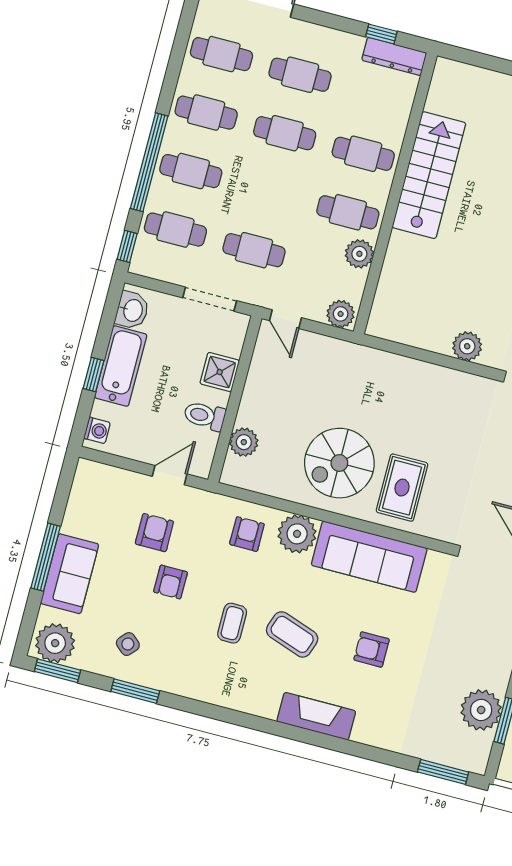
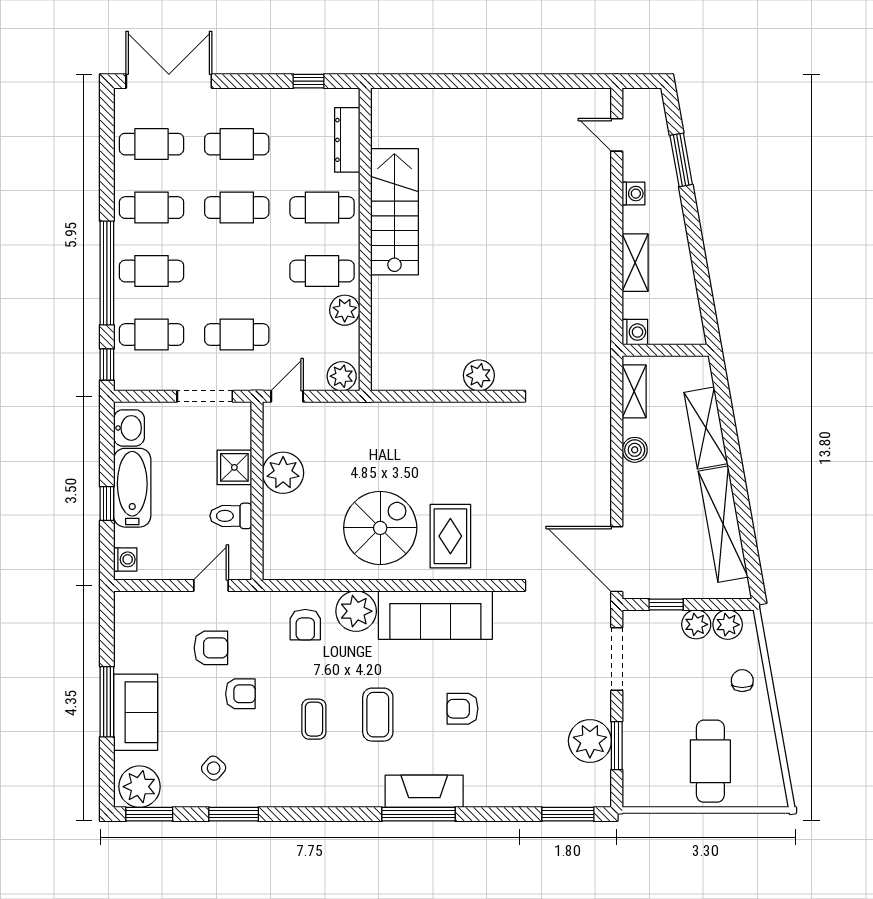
dresser: (394, 56) -> (347, 140), moved, turned 90
door: (286, 319) -> (287, 396), swing flipped
plant: (244, 442) -> (283, 473), moved, width x1.36, depth x1.36
spiral stairs: (339, 463) -> (380, 528), turned 180
armchair: (154, 533) -> (211, 648), turned 90
armchair: (247, 534) -> (305, 625), turned 180
armchair: (171, 582) -> (240, 694), turned -90
coffee table: (292, 634) -> (378, 715), turned 71
window: (306, 736) -> (419, 814), added

